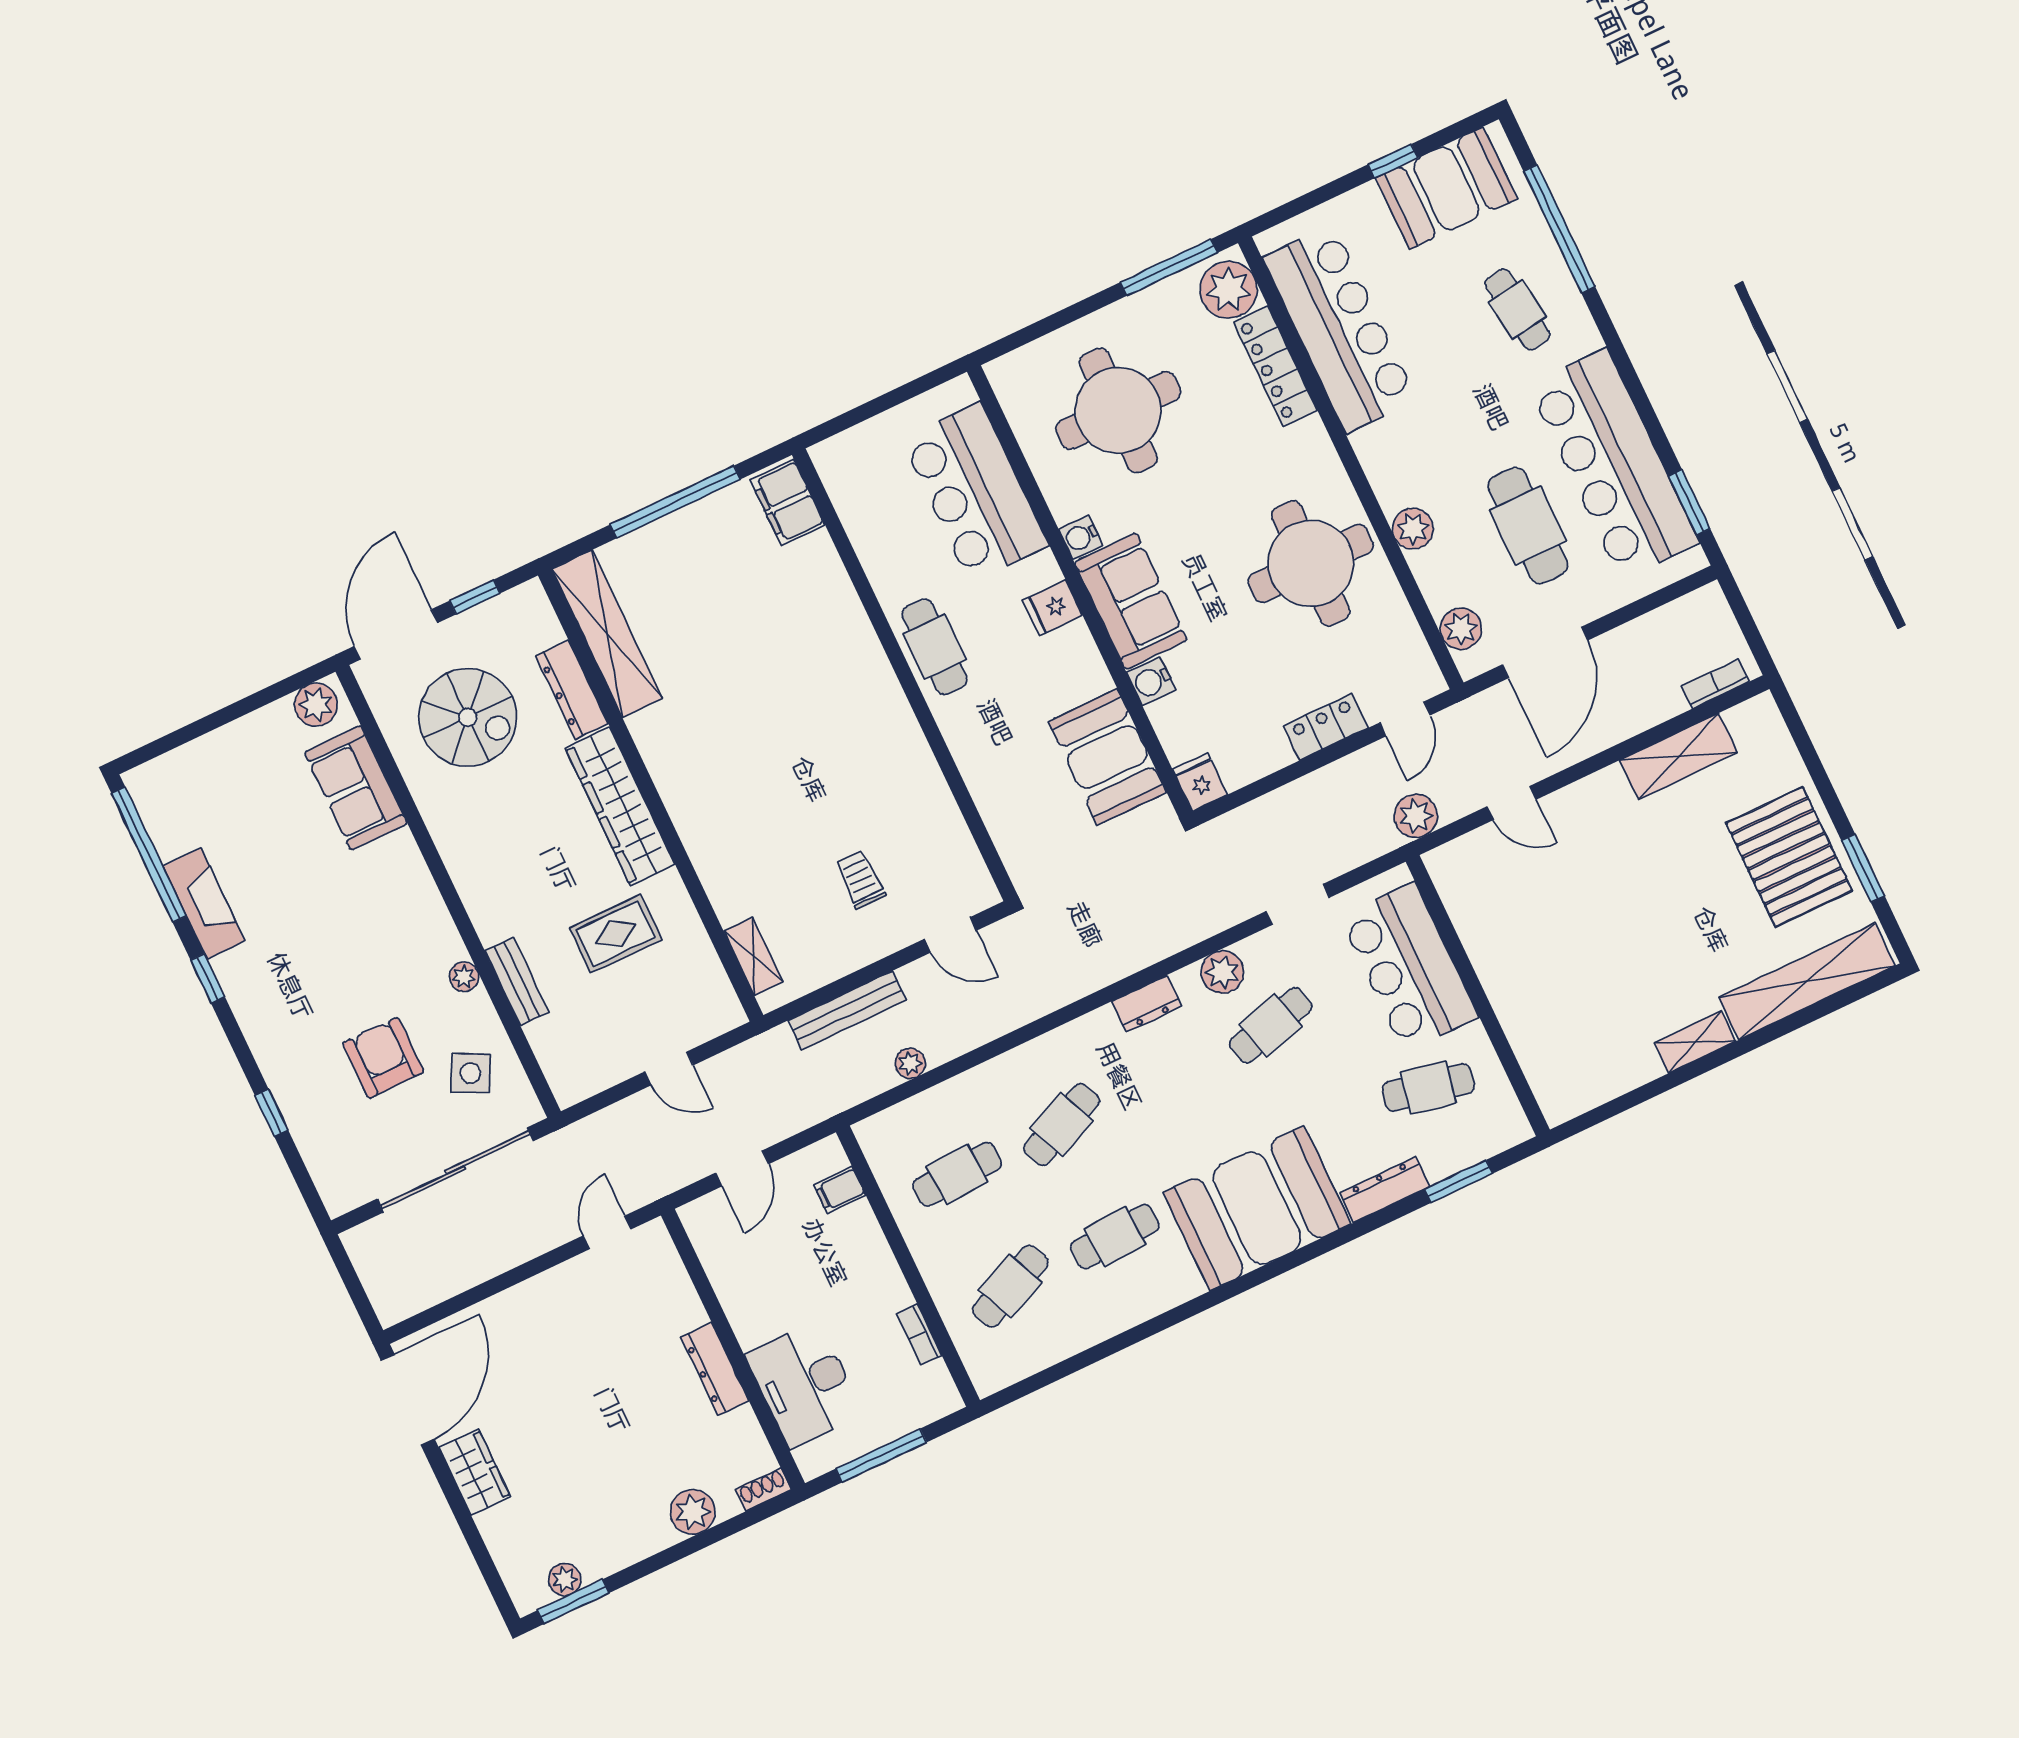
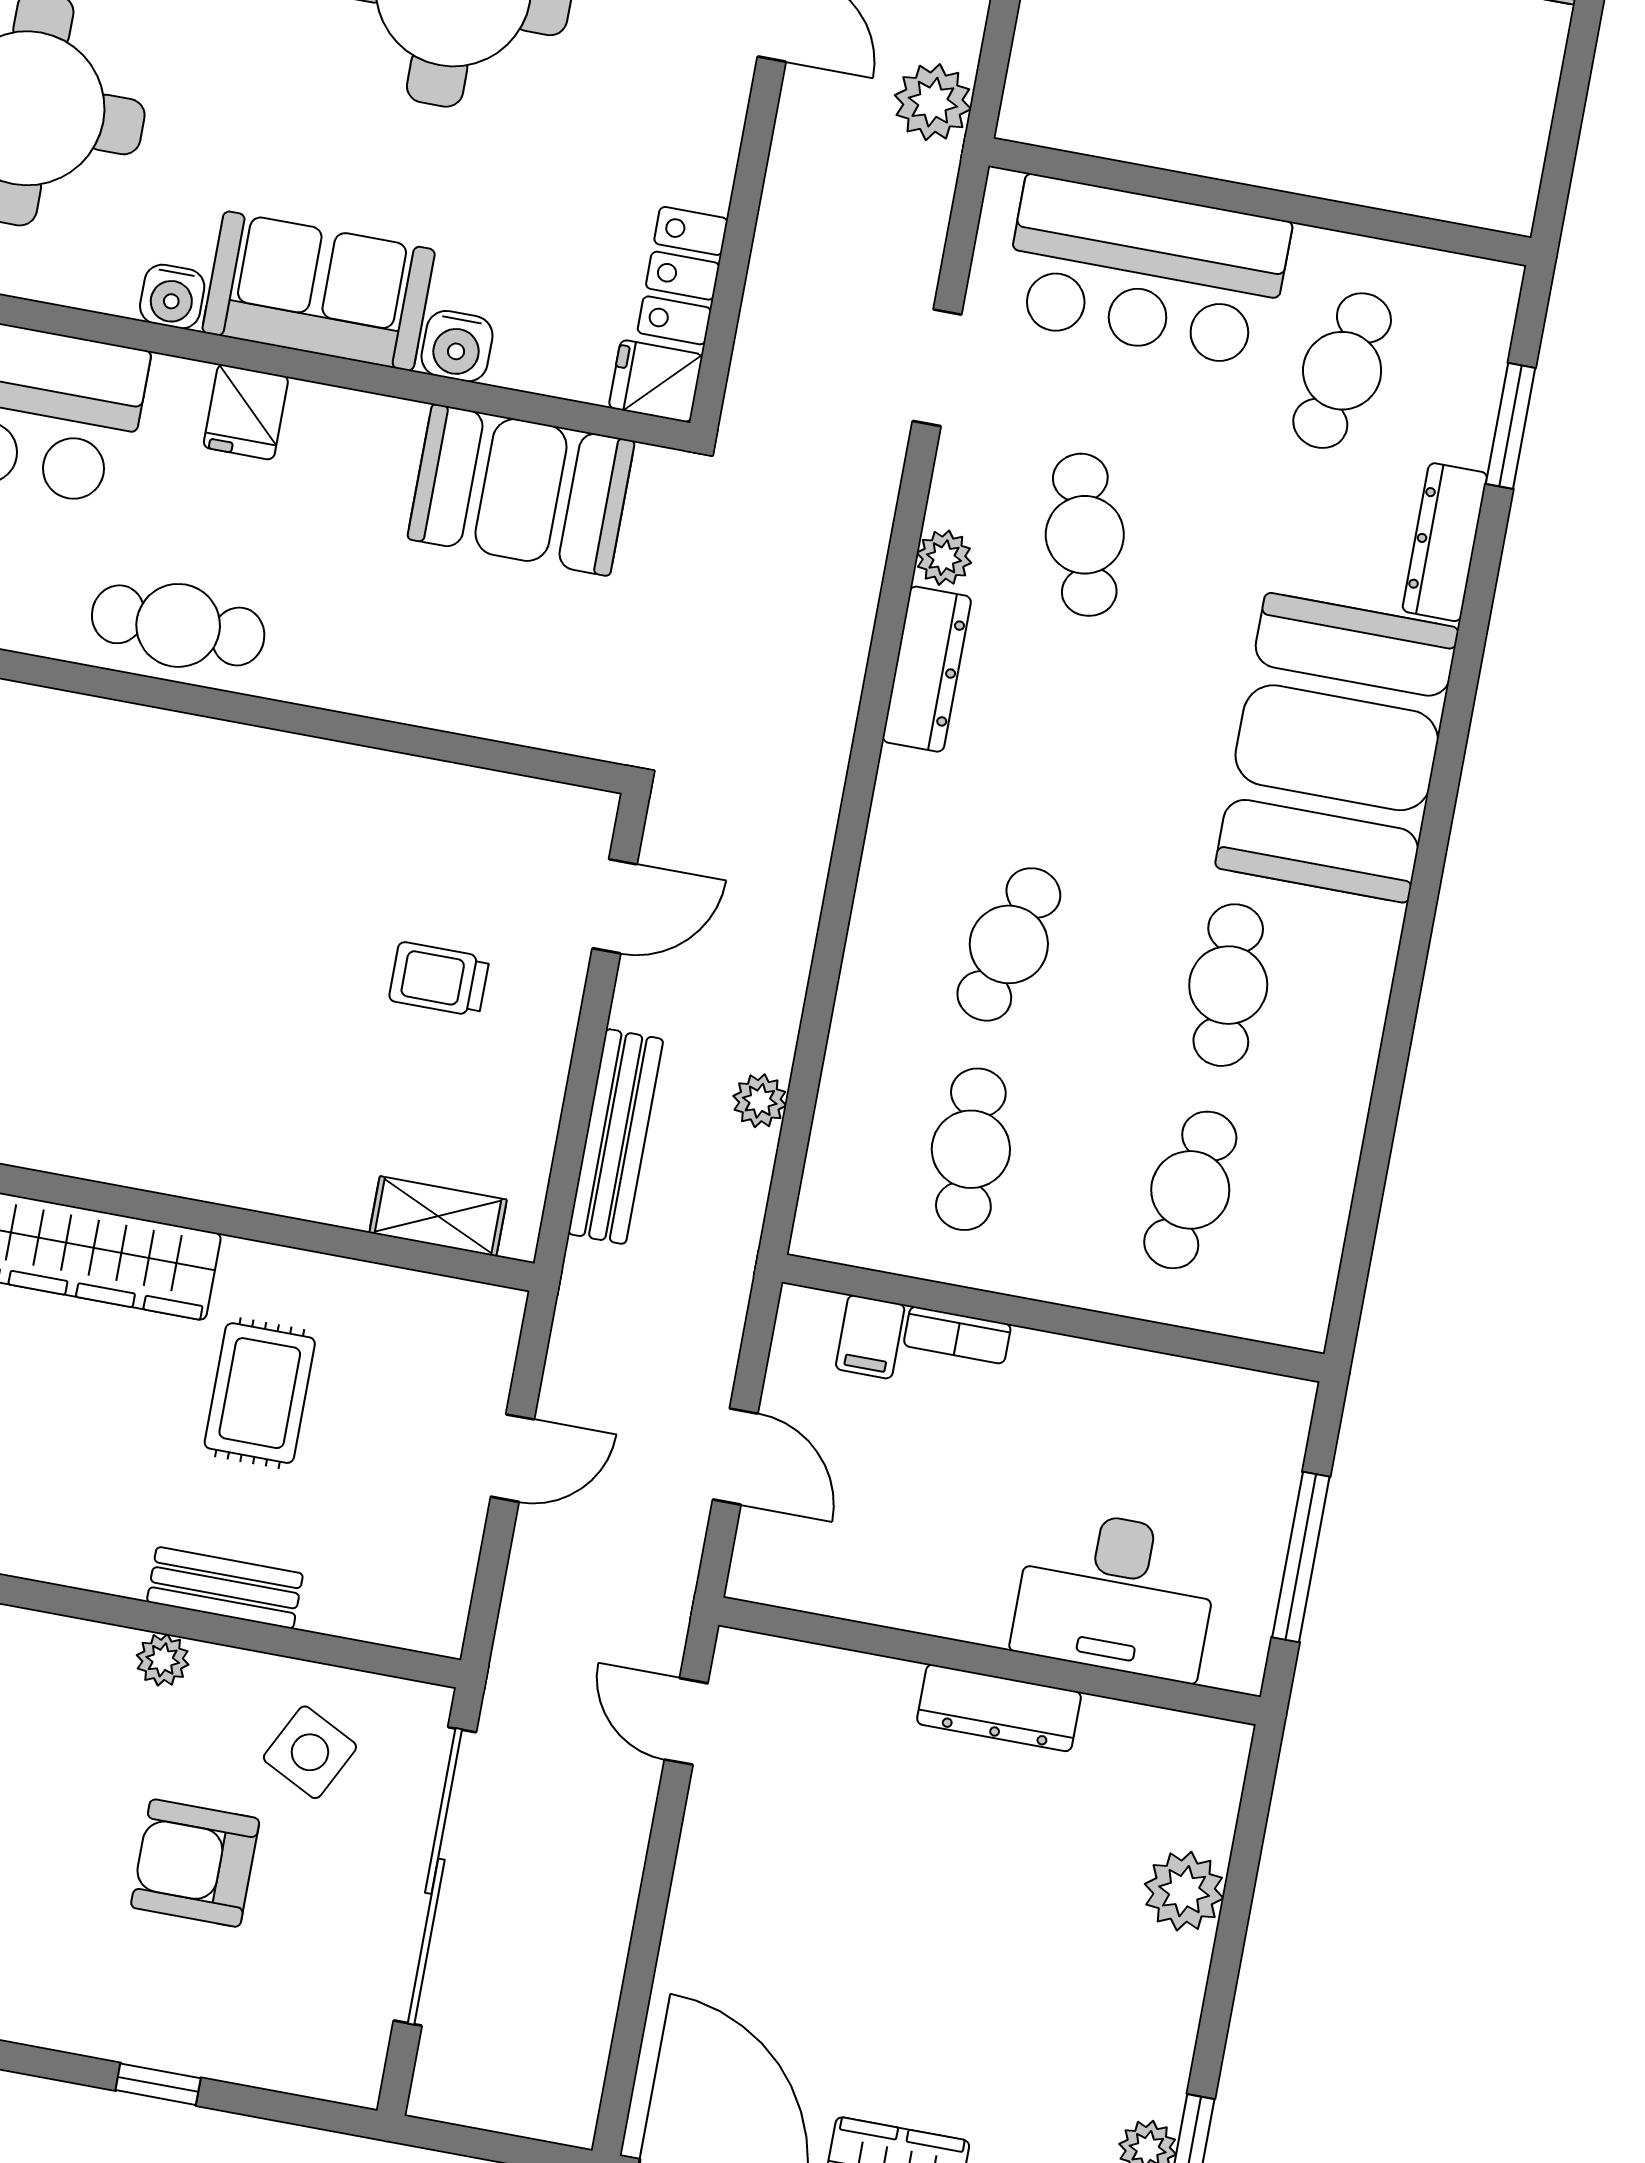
locker: (1326, 727) -> (683, 276), moved
plant: (1222, 972) -> (944, 558), width x0.73, depth x0.73
dresser: (1147, 1004) -> (927, 669), width x1.44
cafe table: (1062, 1125) -> (1009, 944), turned 39
cafe table: (1010, 1286) -> (1190, 1190), turned 33
bookcase: (919, 1334) -> (957, 1335), moved
shoe rack: (763, 1490) -> (1226, 1765), removed

